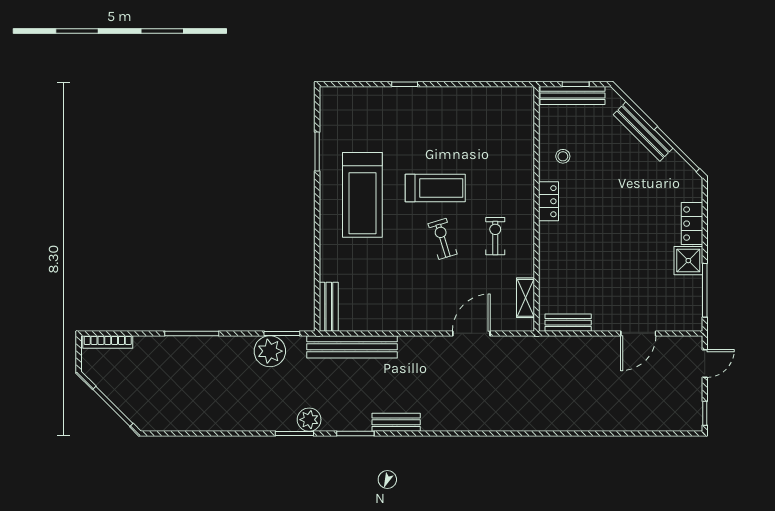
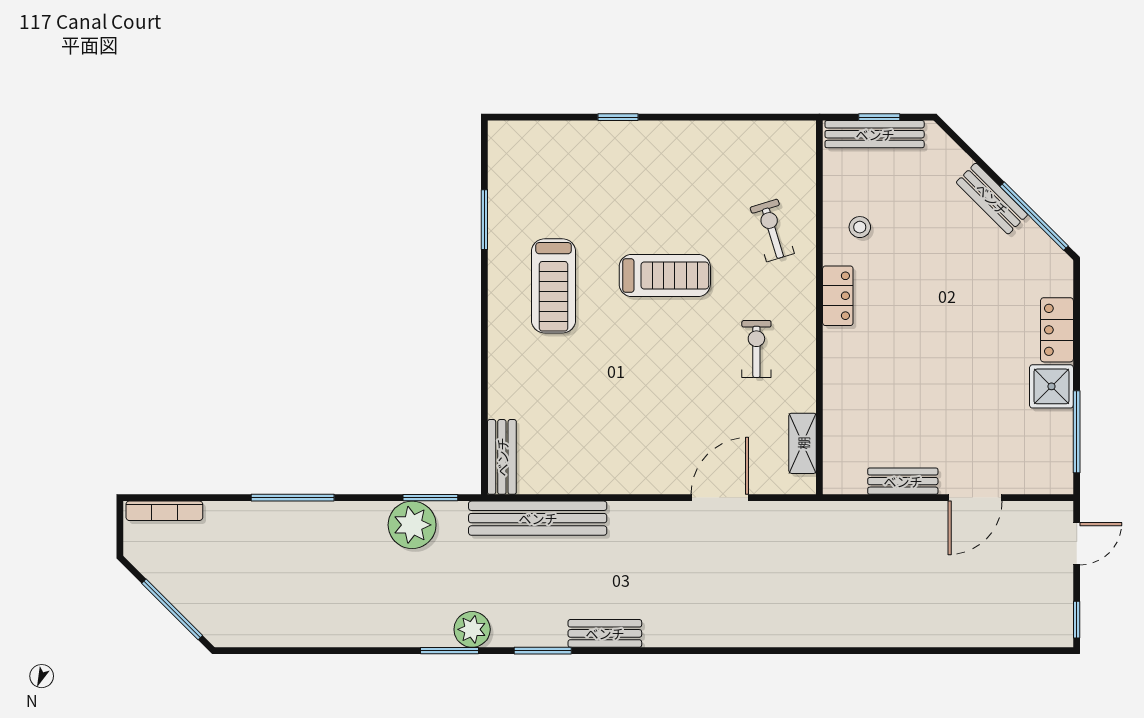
bench: (643, 131) -> (992, 199), width x0.73
treadmill: (362, 195) -> (554, 286), width x0.73, depth x0.73
exercise bike: (443, 239) -> (772, 230), moved
bench: (568, 323) -> (903, 481), moved

